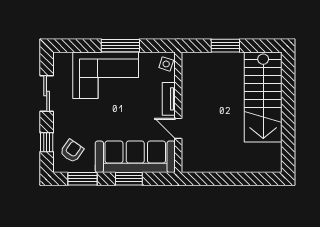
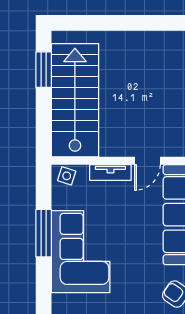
window: (225, 46) -> (44, 70), moved
stairs: (263, 97) -> (75, 100), moved, turned -90

